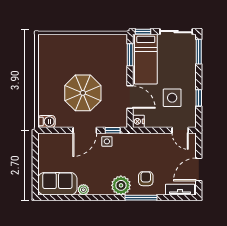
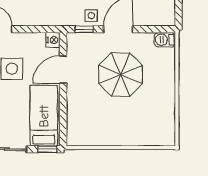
window: (130, 55) -> (63, 121), removed
door: (130, 97) -> (63, 70), hinge flipped

